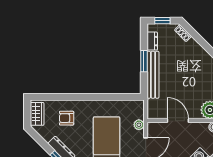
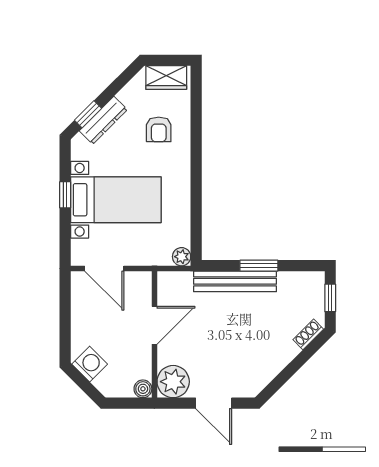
dresser: (152, 41) -> (294, 280), removed
armchair: (67, 118) -> (159, 129), turned 180
plant: (139, 125) -> (182, 257), moved

